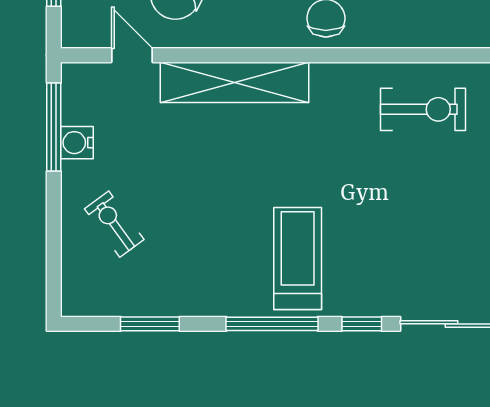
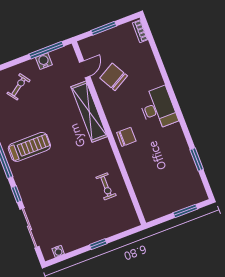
exercise bike: (423, 109) -> (106, 186), width x0.73, depth x0.72
treadmill: (298, 259) -> (29, 147), moved

